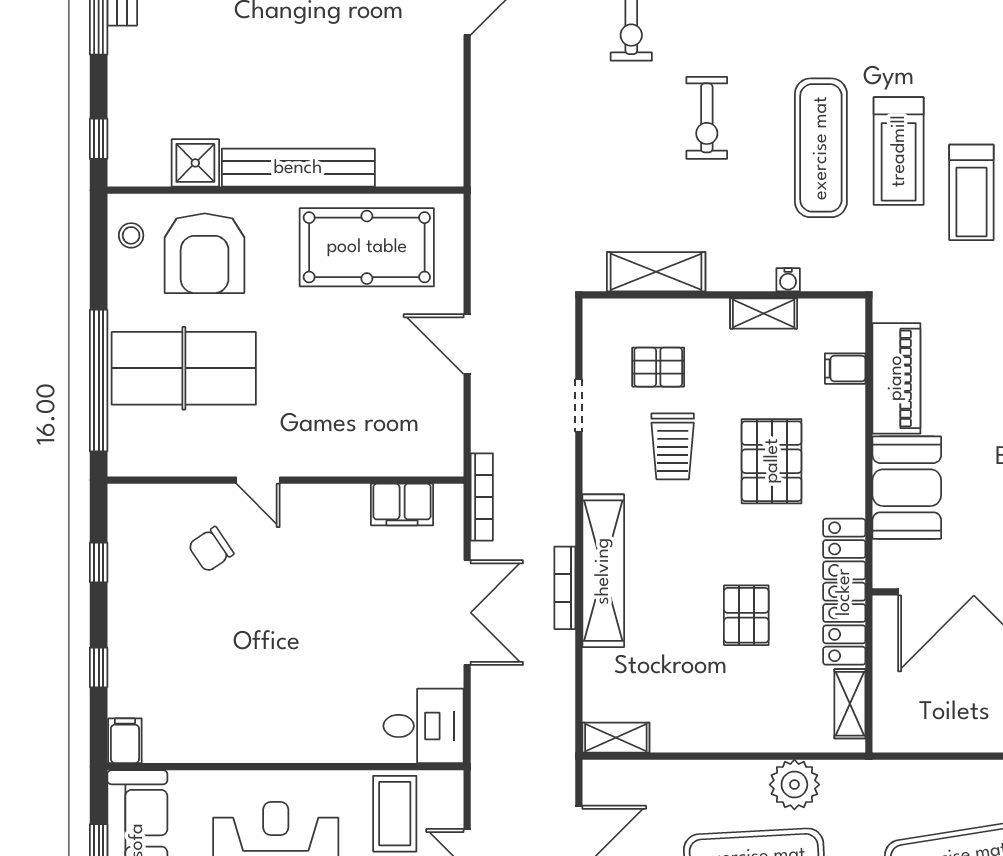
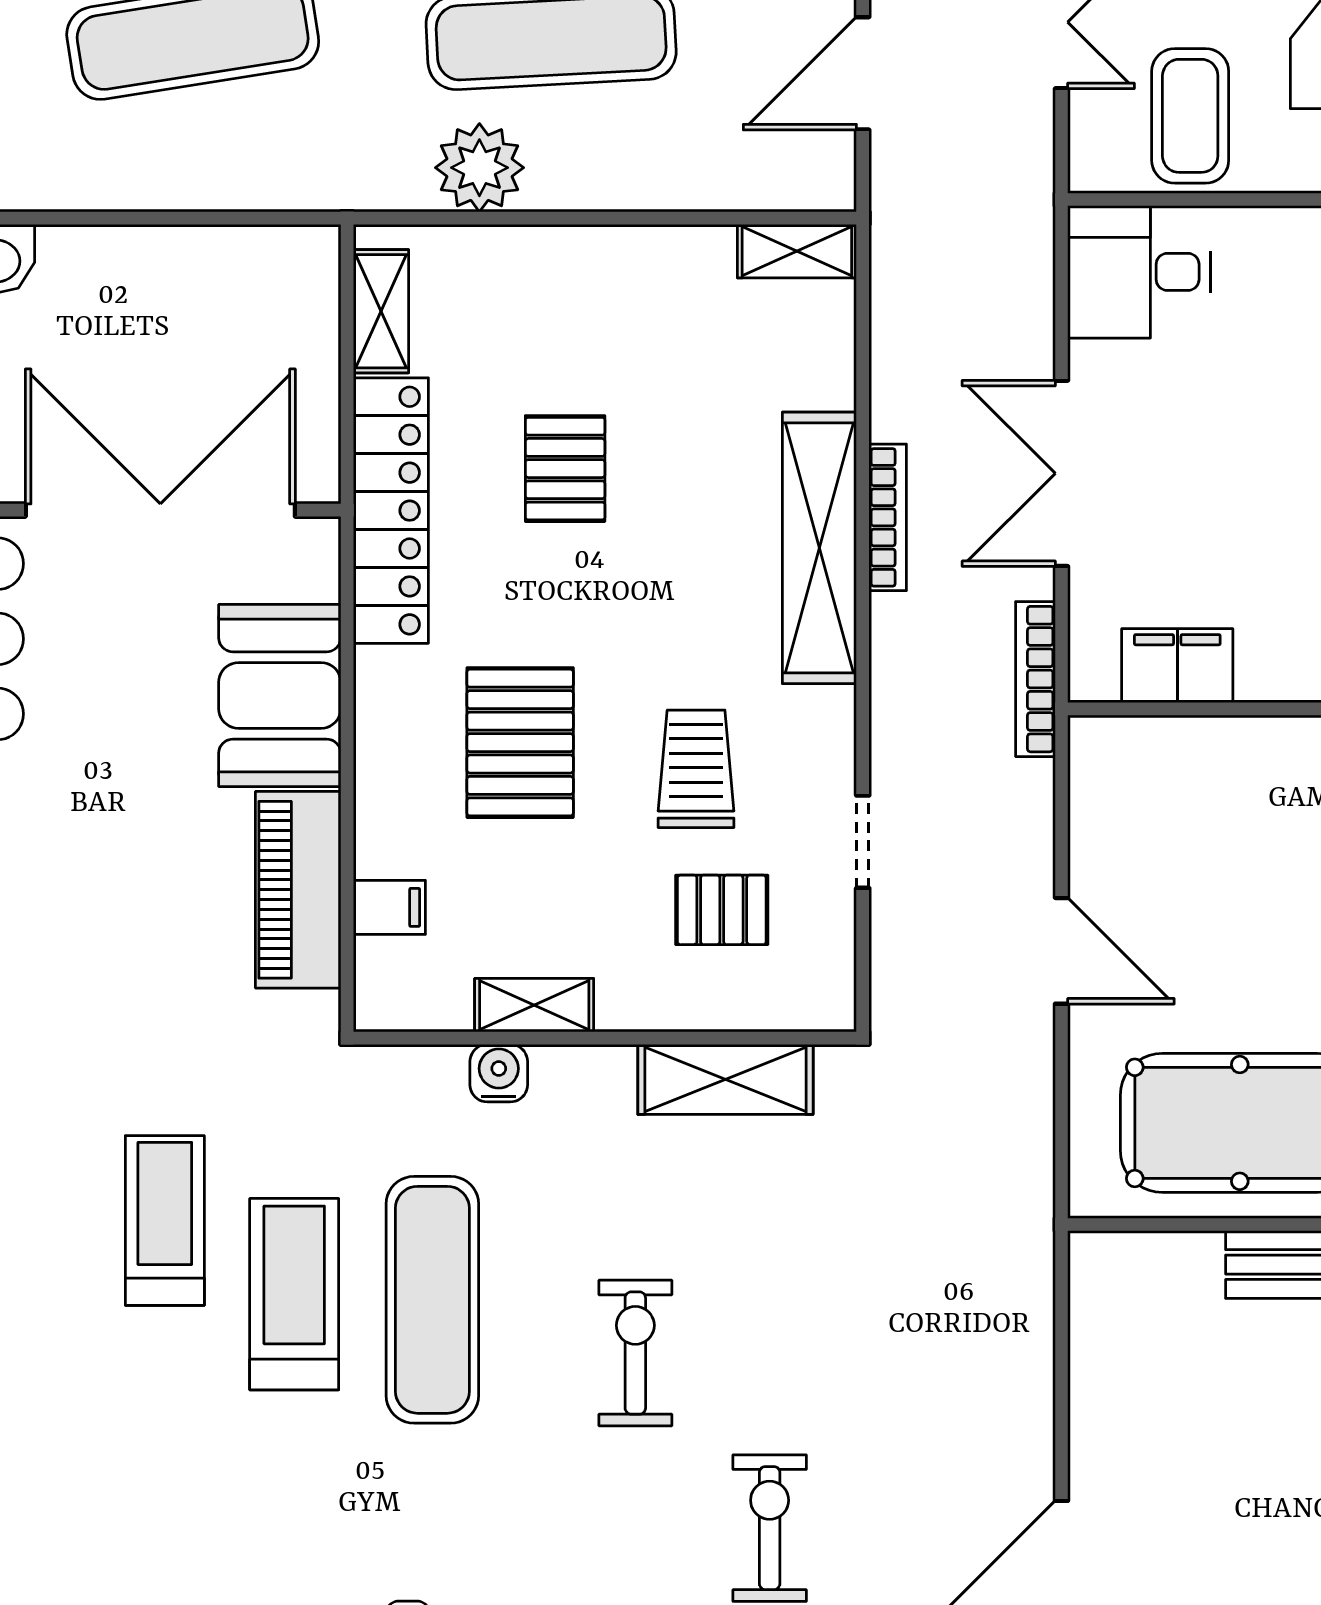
water cooler: (788, 280) -> (499, 1073), width x1.38, depth x1.38

